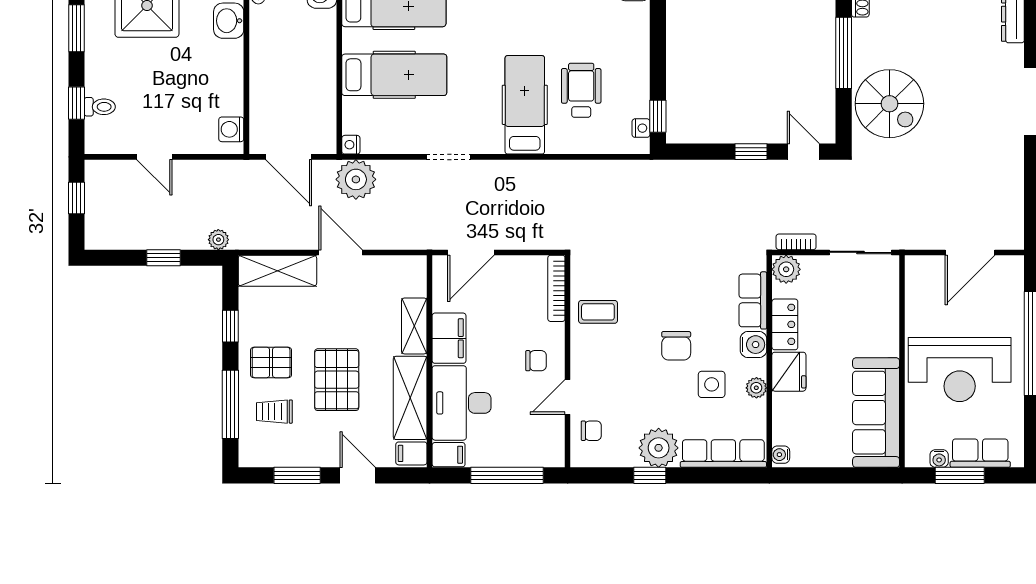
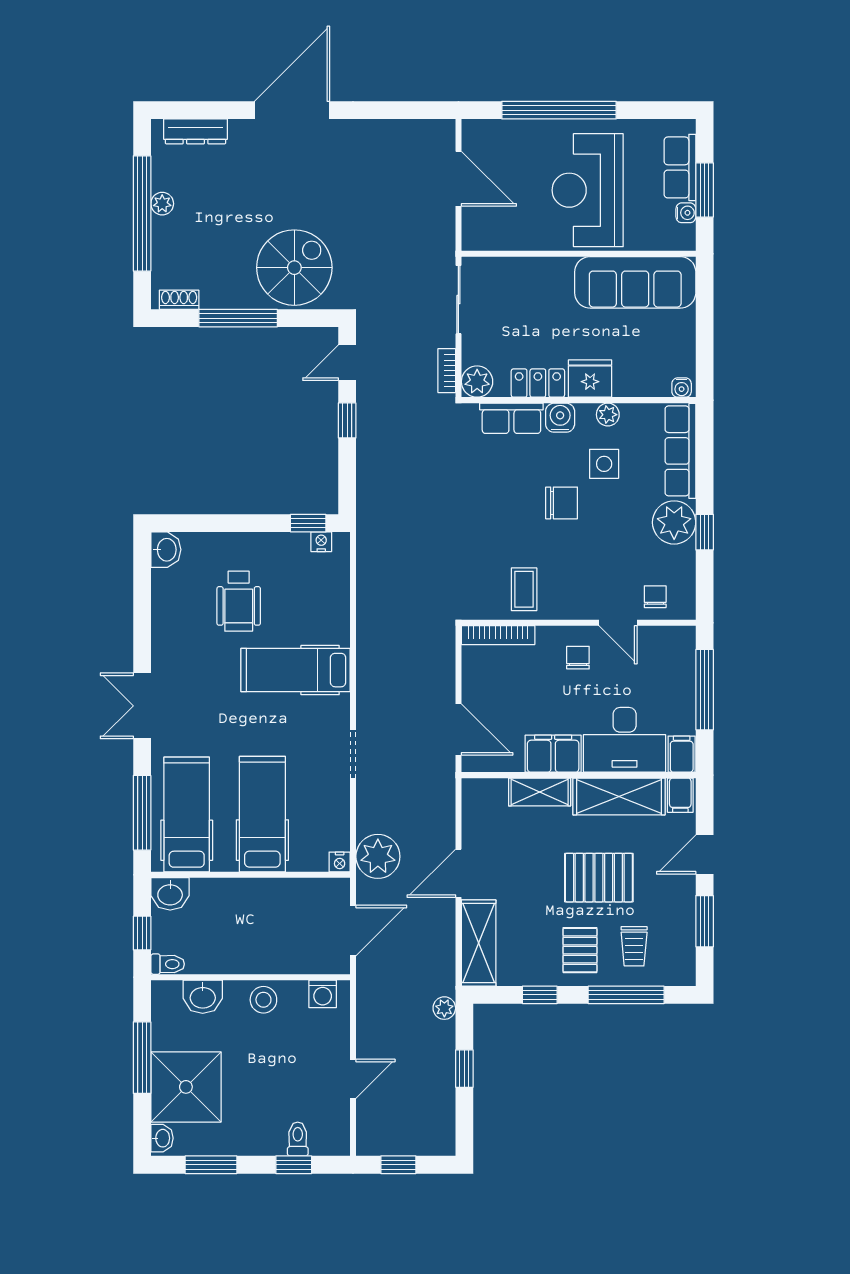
stool: (226, 76) -> (263, 1000), added
wheelchair: (581, 90) -> (239, 601), moved, turned -90
reception desk: (960, 370) -> (588, 190), turned 180

